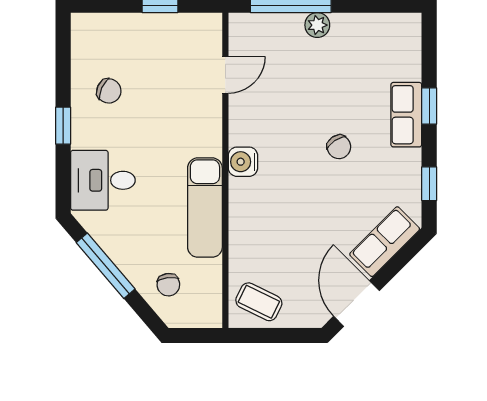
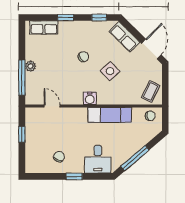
row of seats: (406, 115) -> (44, 27), moved
side table: (306, 208) -> (110, 71), added
chair: (168, 285) -> (150, 116), moved
door: (357, 303) -> (151, 49), swing flipped

